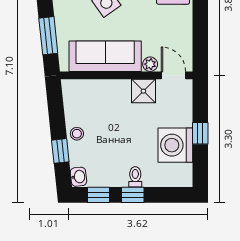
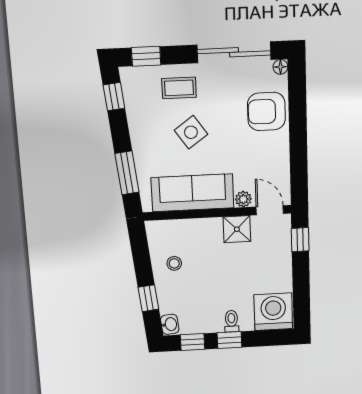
window: (200, 133) -> (300, 240), moved
stool: (77, 134) -> (174, 263), moved
washing machine: (175, 145) -> (273, 312), moved, turned 90

